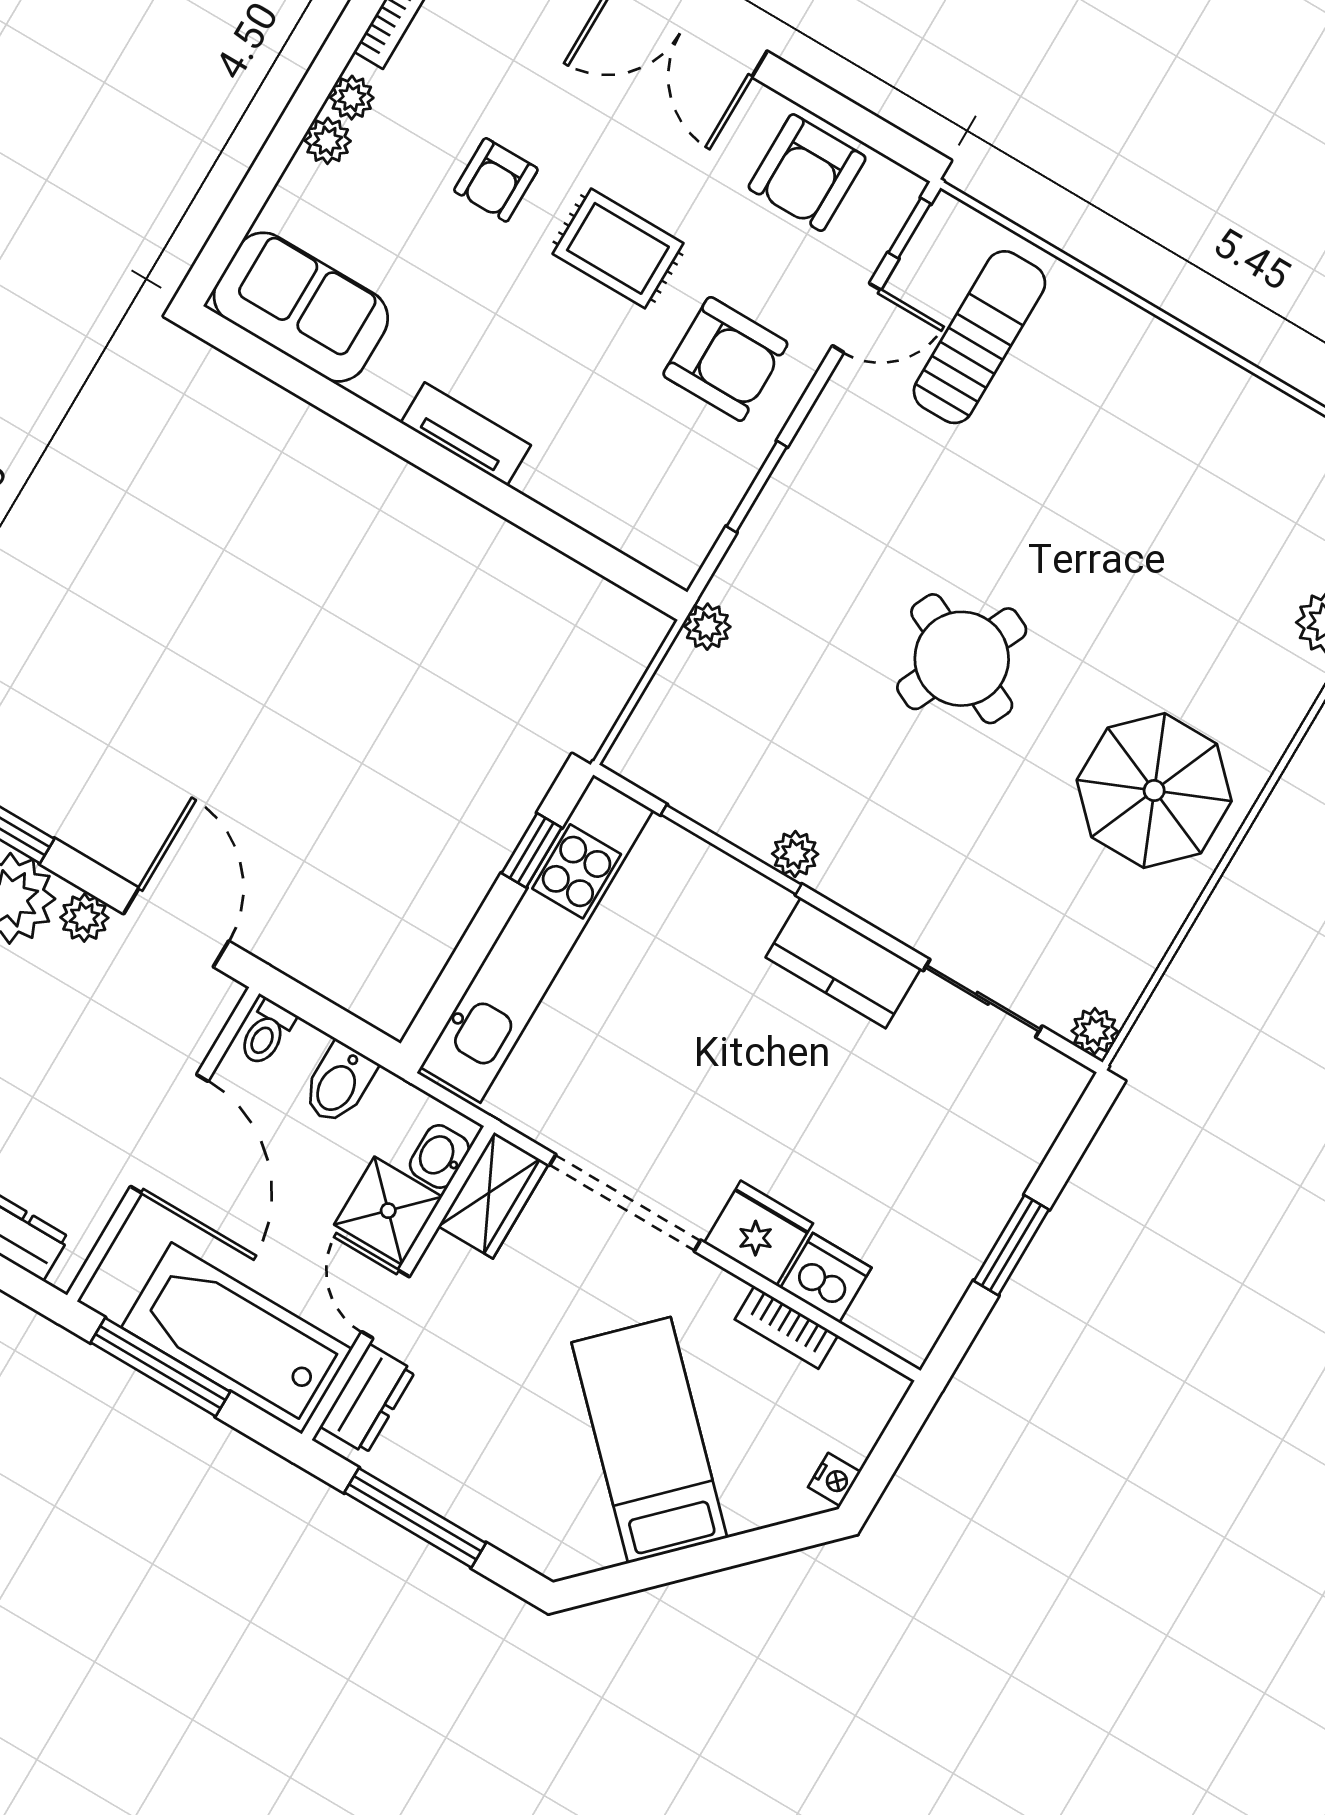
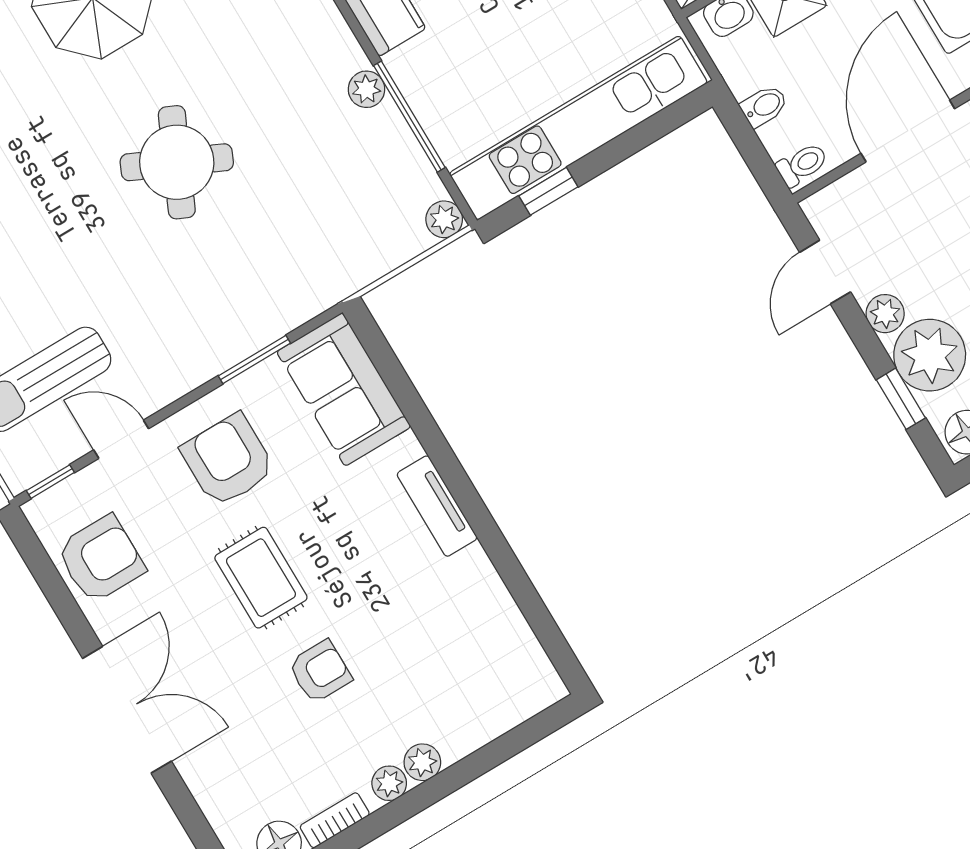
sofa: (301, 307) -> (344, 389), moved
plant: (707, 627) -> (444, 219), moved
door: (176, 927) -> (825, 272), width x0.73
bidet: (339, 1084) -> (764, 106), width x0.72, depth x0.74

